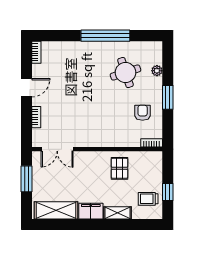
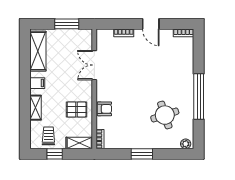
plant: (157, 71) -> (186, 144), moved
armchair: (143, 113) -> (104, 109), moved
double door: (57, 149) -> (94, 65), moved
shelving: (156, 165) -> (79, 143), added
filing cabinet: (91, 211) -> (37, 83), width x0.50

